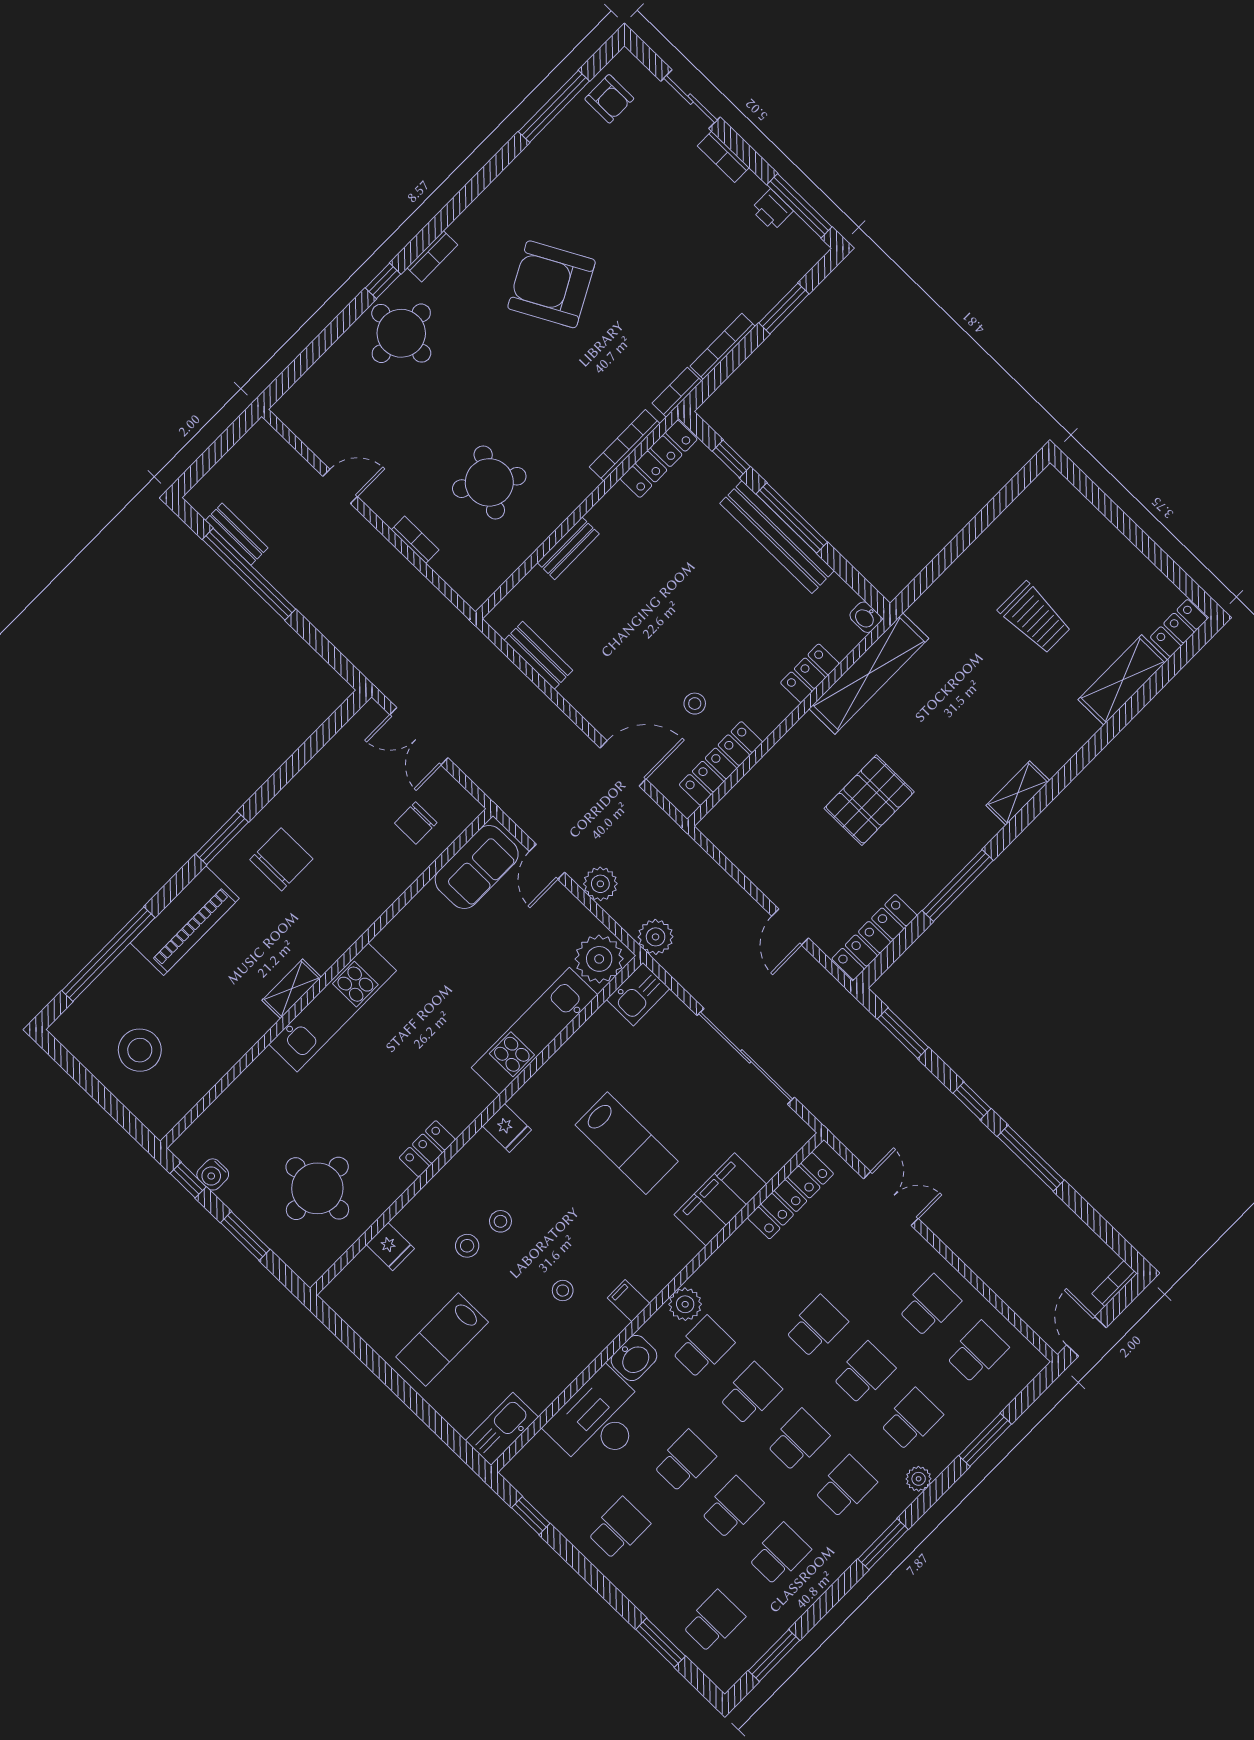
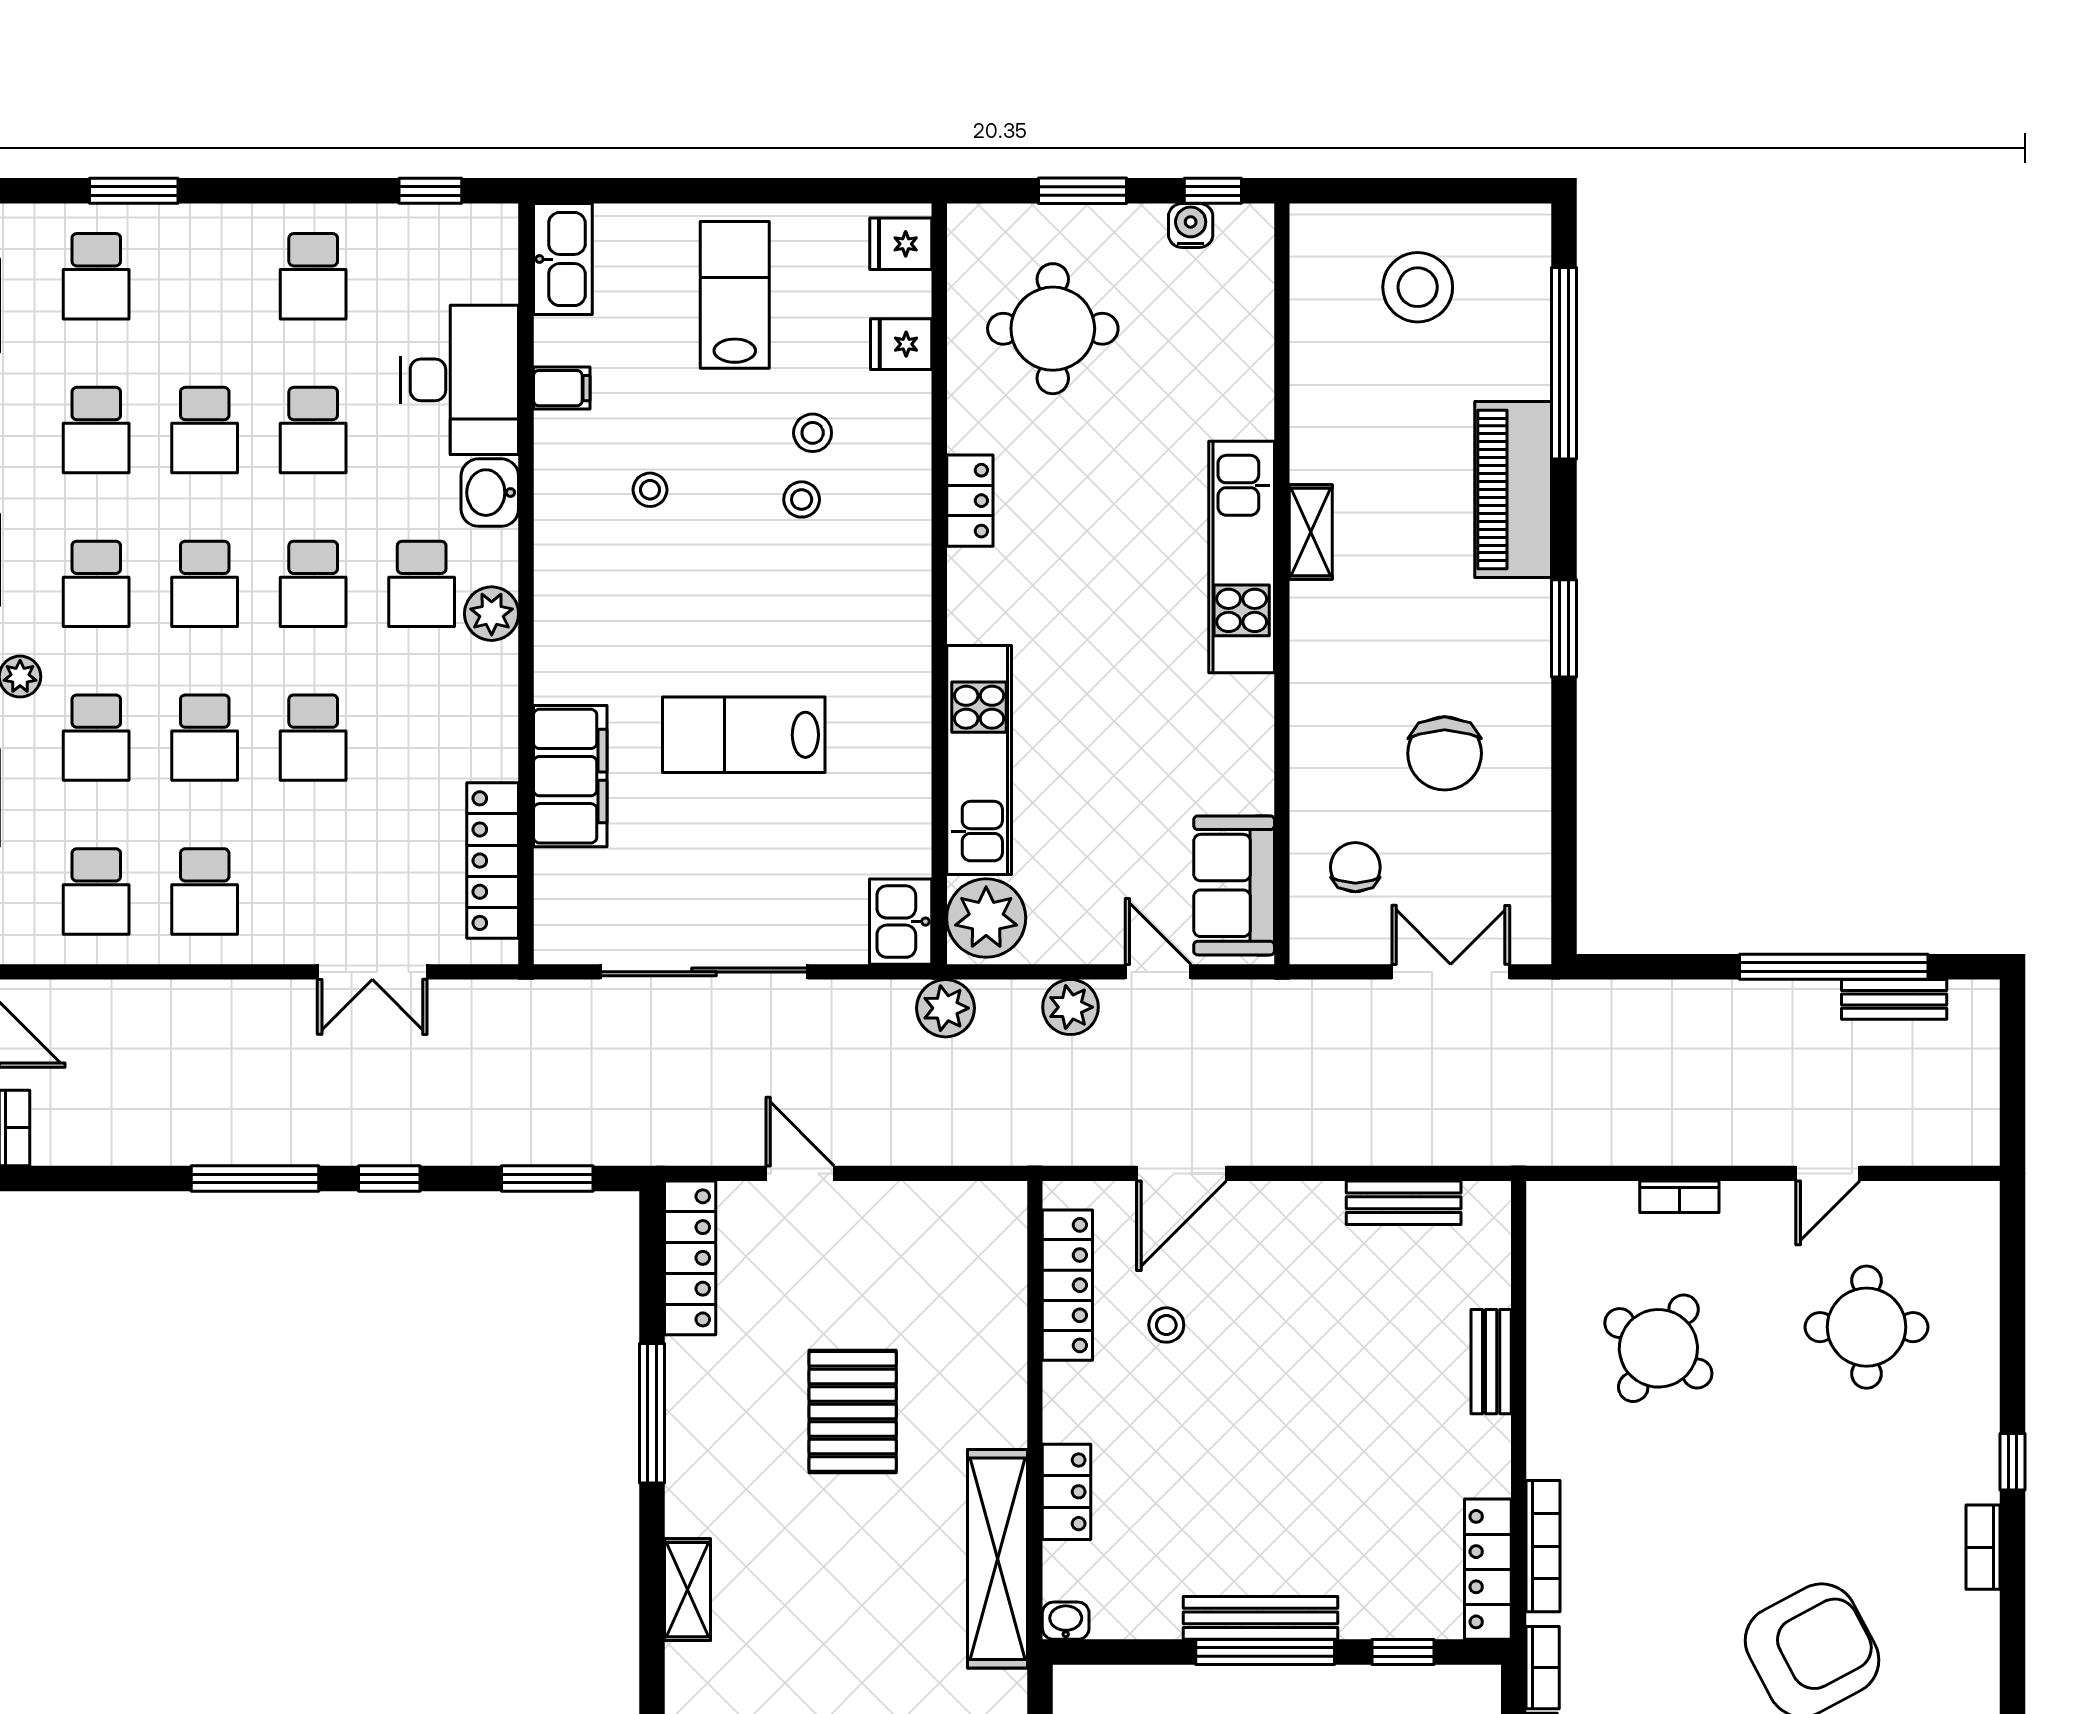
round table: (401, 333) -> (1867, 1327), moved
bench: (777, 537) -> (1260, 1618), width x0.73, depth x0.82
chair: (281, 859) -> (1445, 753), moved
fridge: (507, 1128) -> (901, 244), moved
filing cabinet: (629, 1301) -> (562, 388), moved

